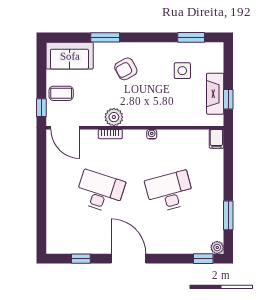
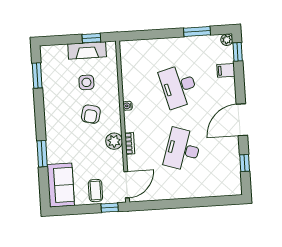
armchair: (126, 69) -> (91, 114), moved, turned 42
side table: (182, 71) -> (86, 82), moved
filing cabinet: (216, 139) -> (226, 70), moved, turned 180

